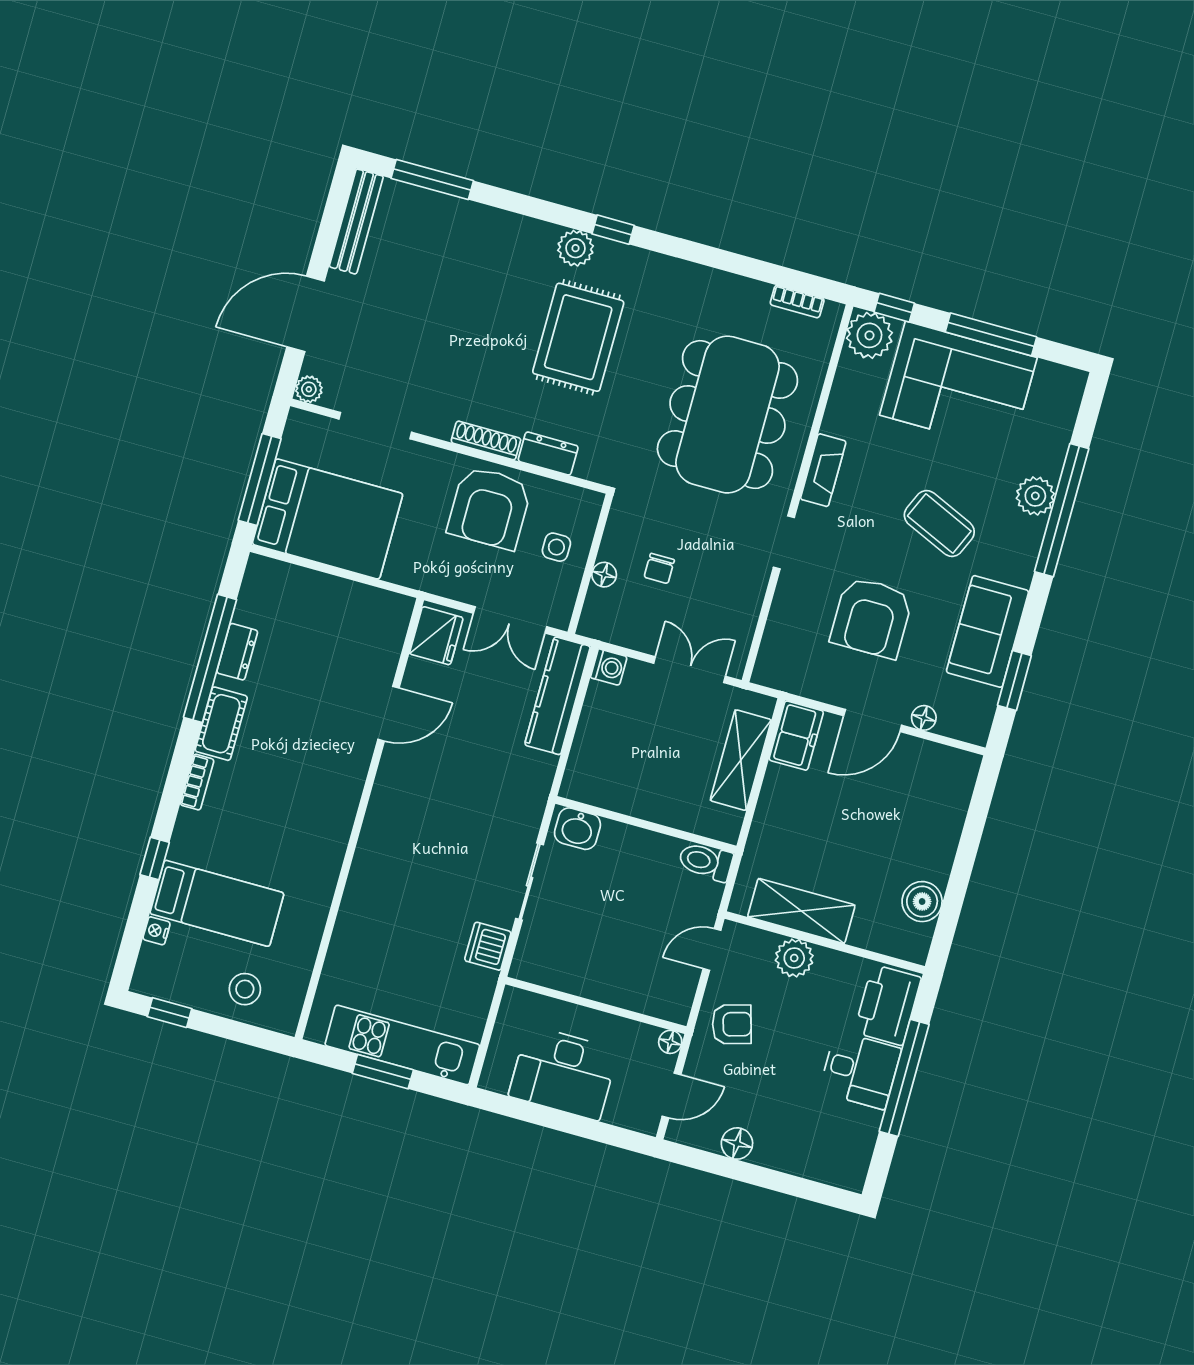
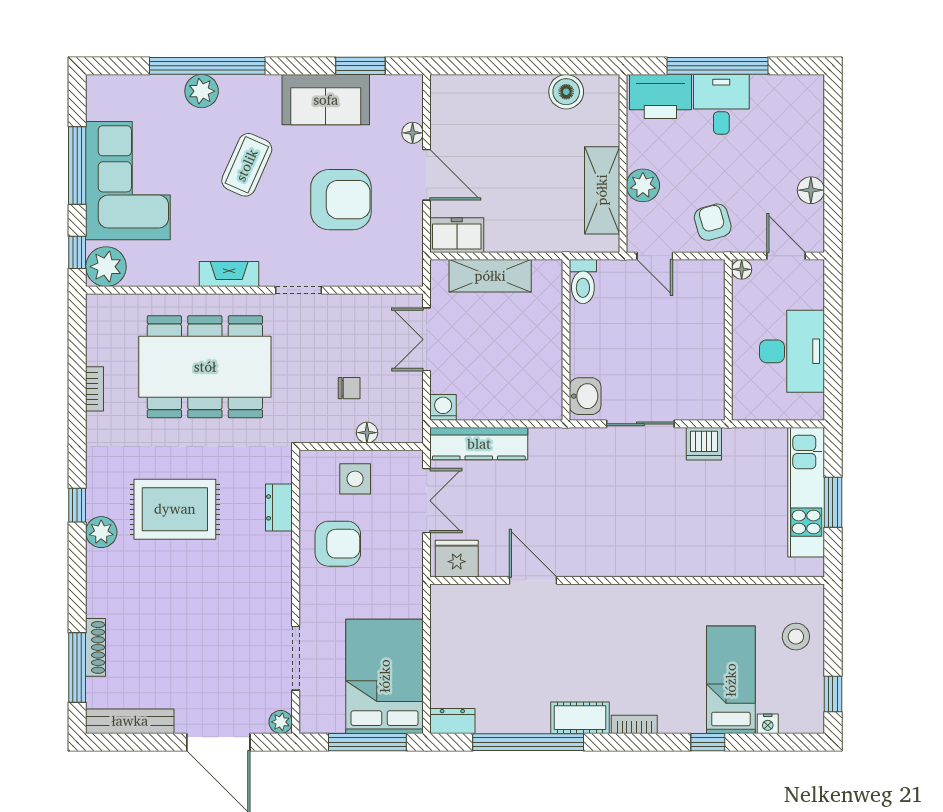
bookcase: (797, 302) -> (94, 389), moved
shoe rack: (486, 440) -> (95, 647), moved, turned 180
armchair: (490, 508) -> (338, 544), width x0.73, depth x0.73
side table: (556, 547) -> (355, 479), width x1.37, depth x1.37
dresser: (237, 652) -> (452, 721), moved

